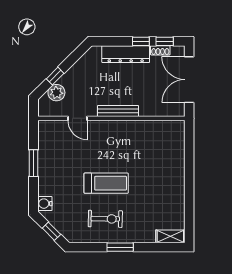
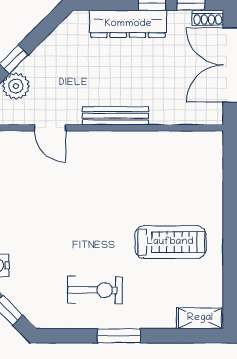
shoe rack: (160, 50) -> (208, 18), moved
treadmill: (106, 183) -> (170, 242), moved

